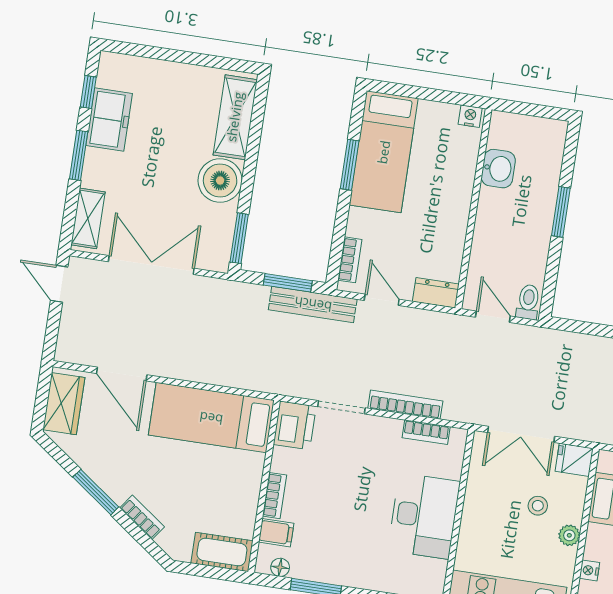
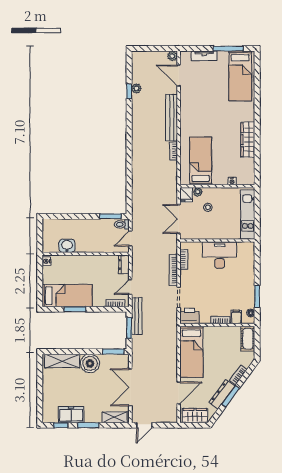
window: (561, 212) -> (110, 216), moved
double door: (521, 434) -> (179, 219), swing flipped
dresser: (103, 473) -> (222, 394), added
plant: (569, 535) -> (198, 192), moved

